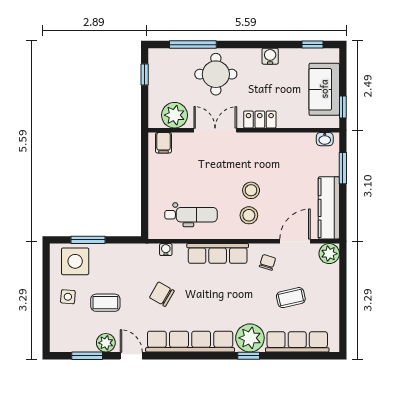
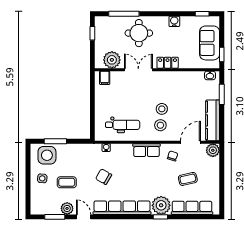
row of seats: (218, 253) -> (147, 150), width x0.68

